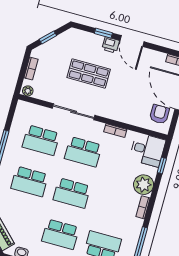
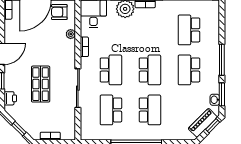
printer: (111, 45) -> (10, 98), moved
plant: (28, 91) -> (71, 34), moved
school desk: (41, 140) -> (111, 110), turned 180
school desk: (60, 234) -> (189, 70), turned 180

